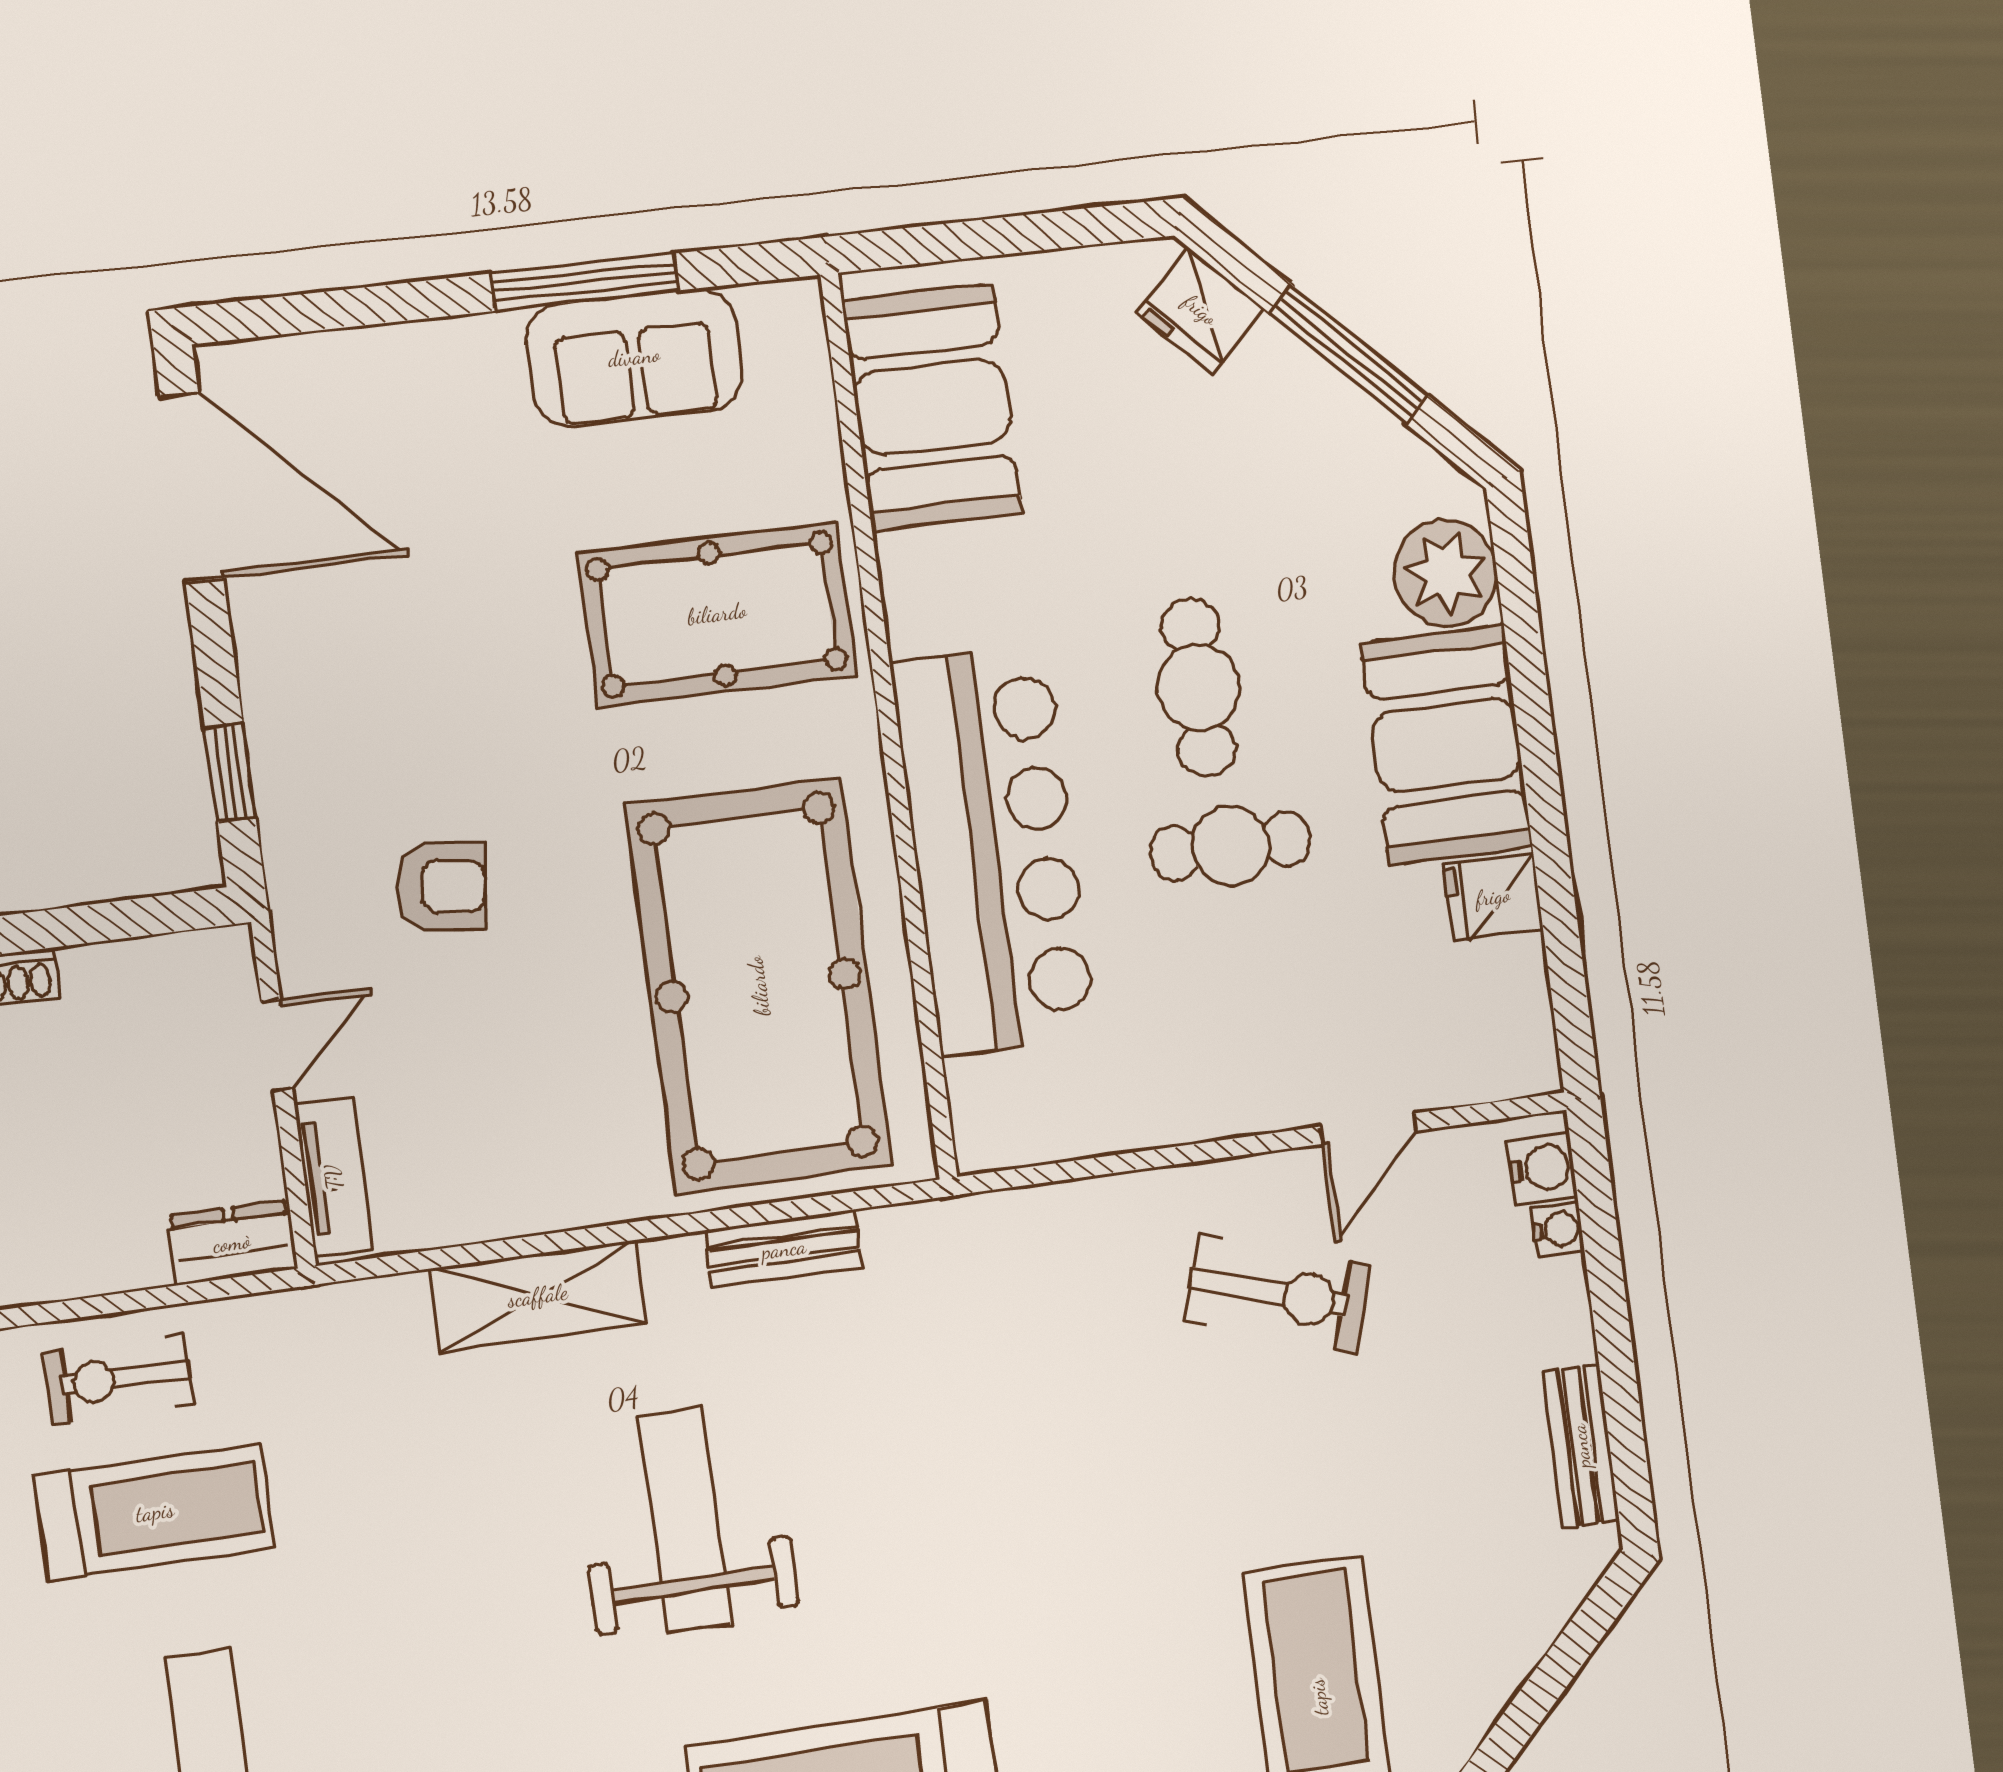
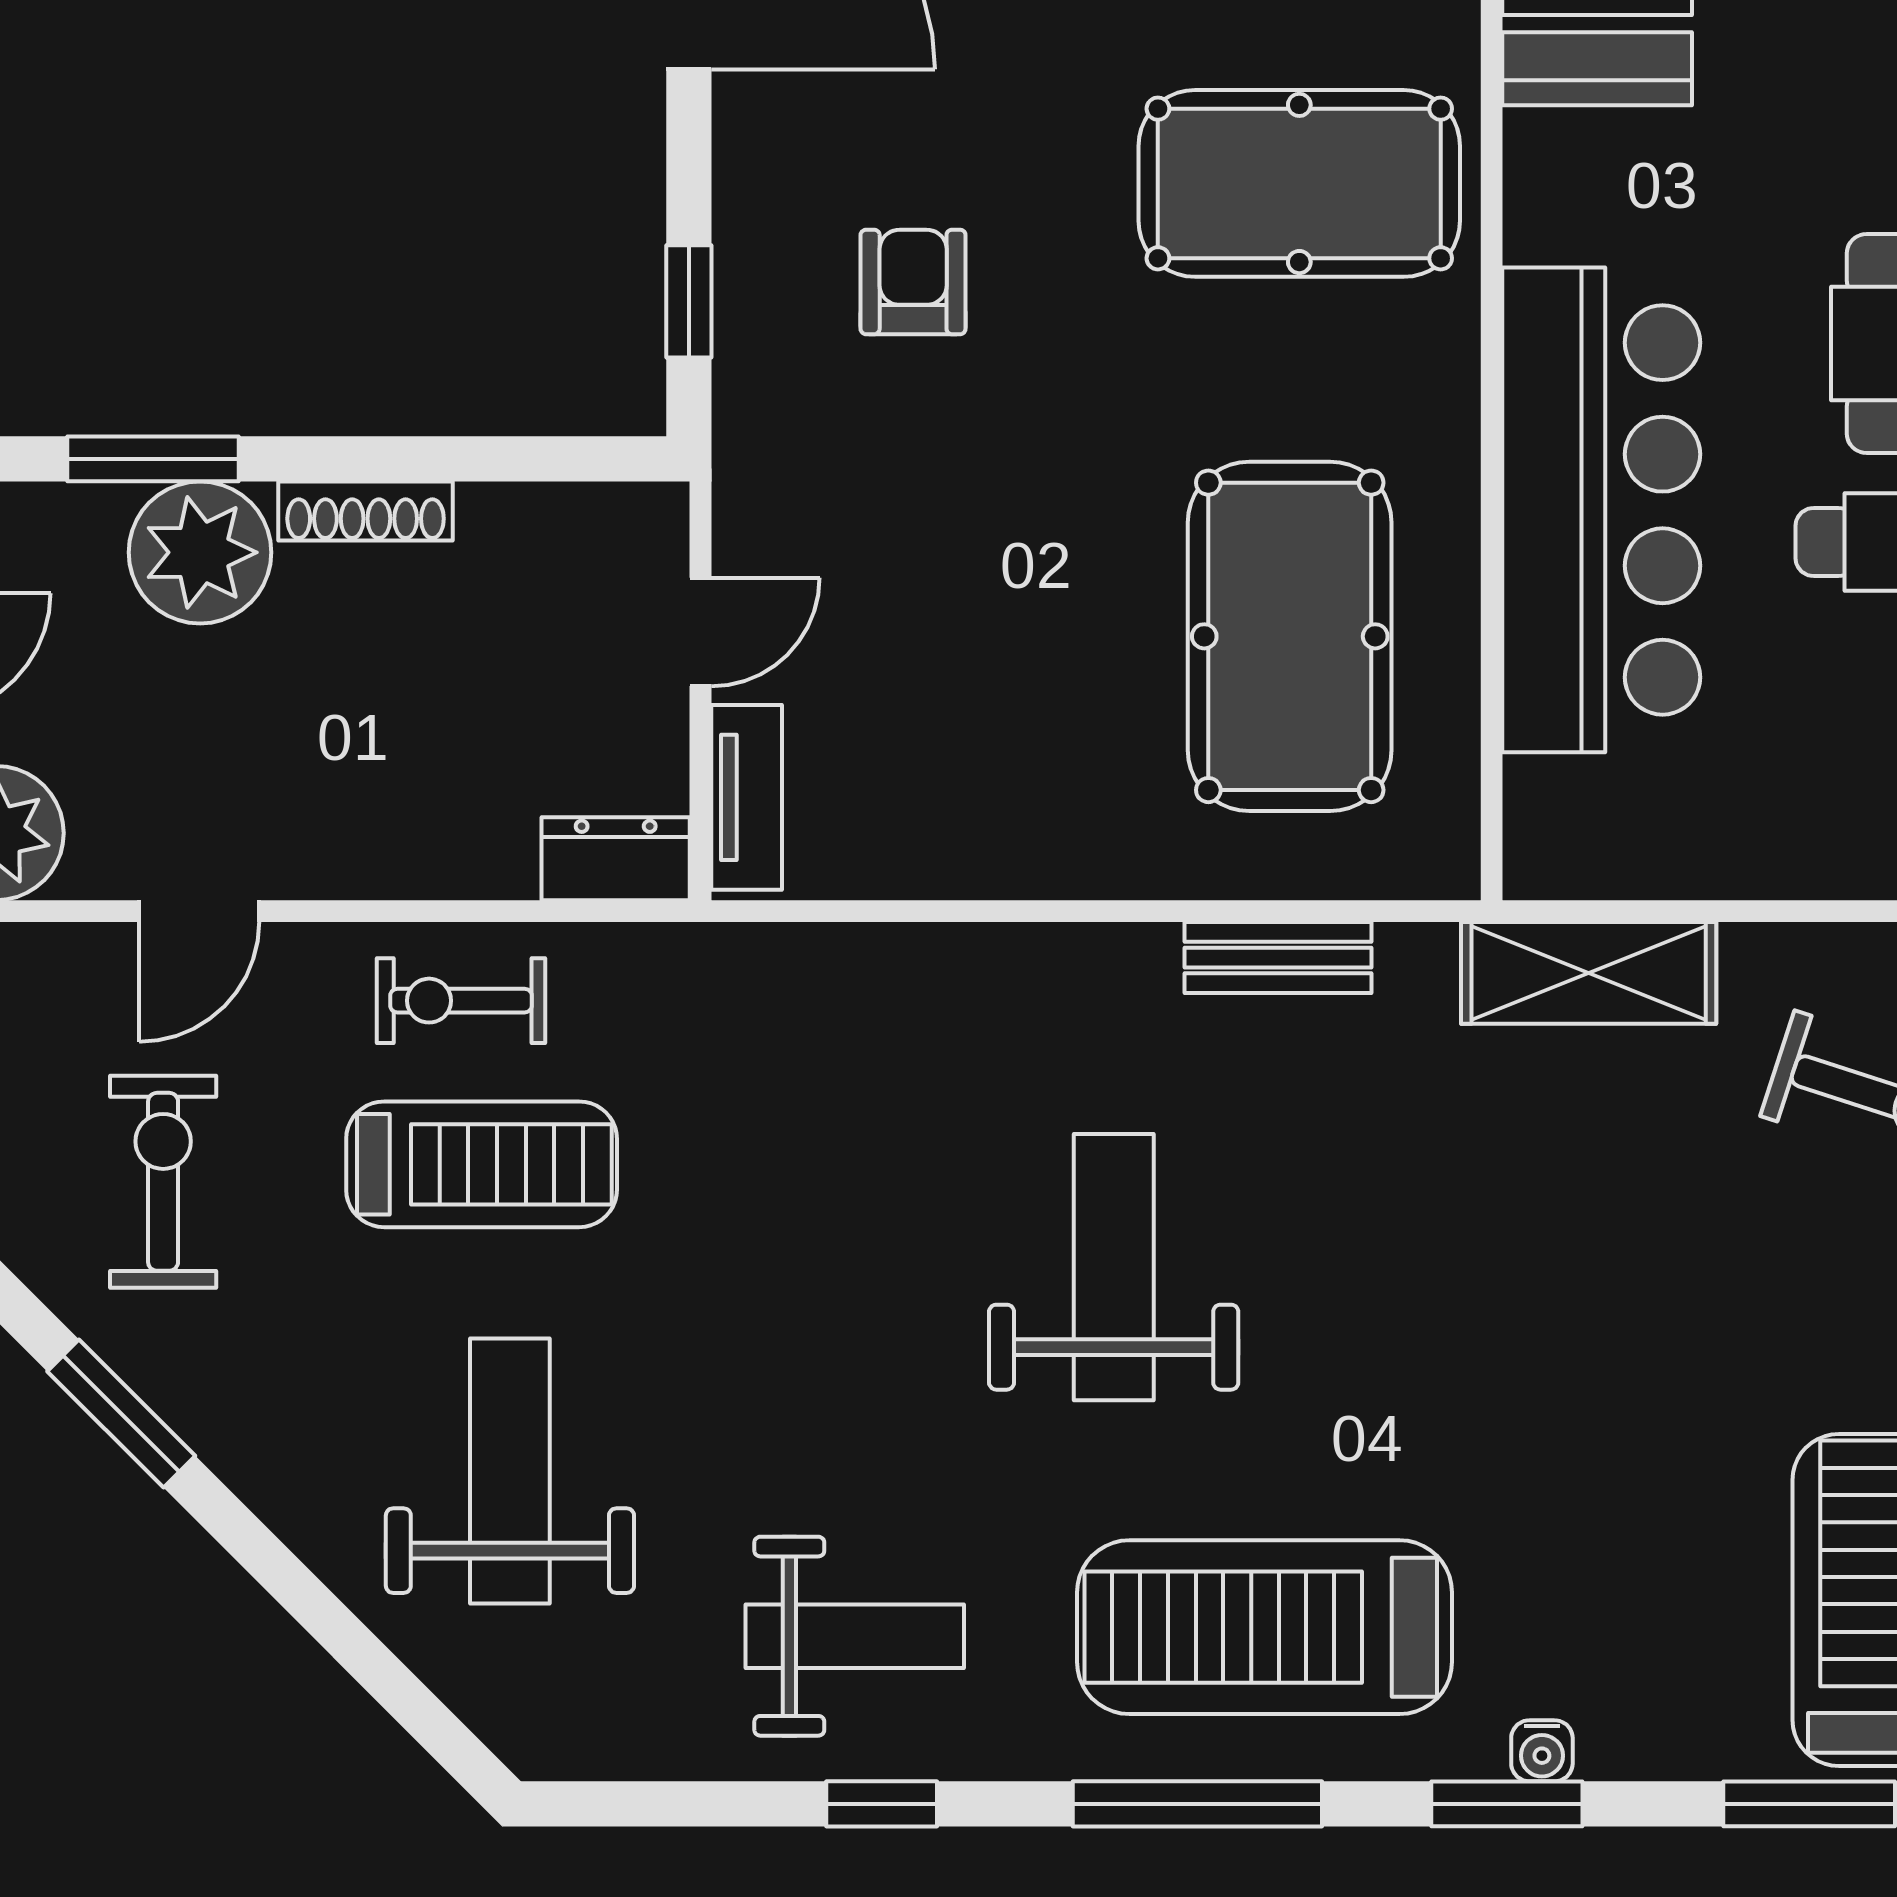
armchair: (442, 886) -> (913, 282), moved, turned -98
pool table: (759, 986) -> (1290, 636), width x0.73, depth x0.76
shelving: (538, 1296) -> (1589, 973), moved

